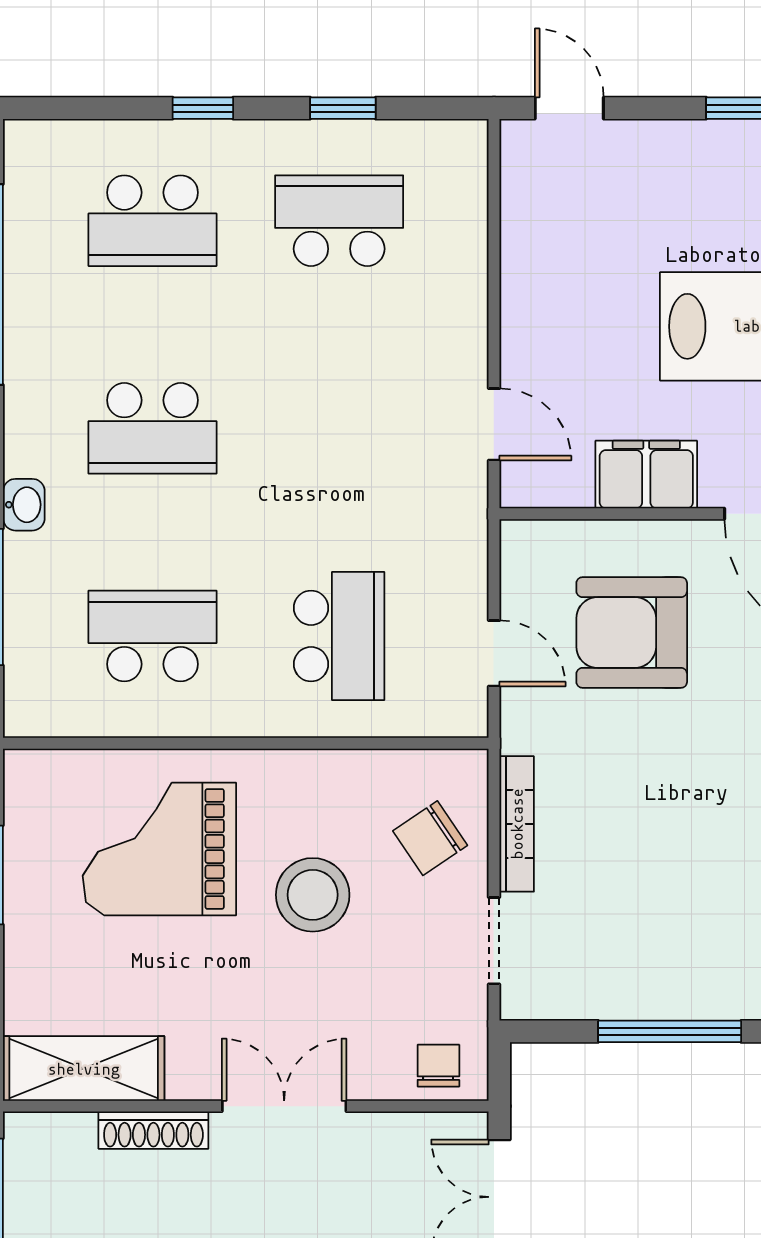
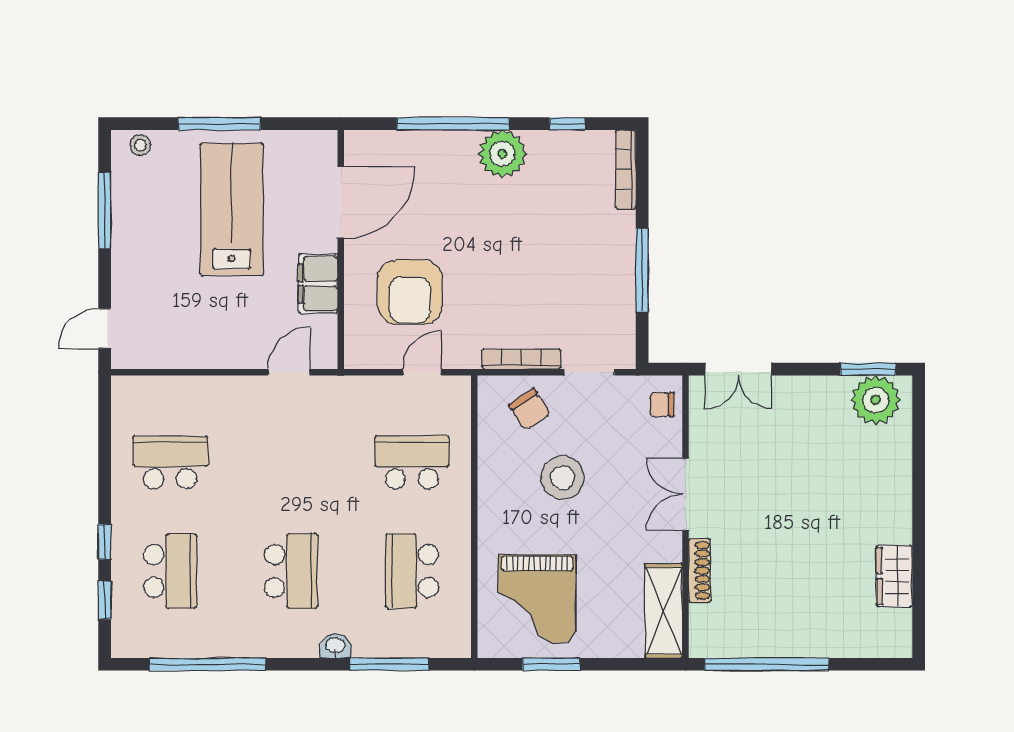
window: (343, 108) -> (105, 600), moved
school desk: (339, 221) -> (170, 462), turned 90
grand piano: (159, 849) -> (537, 599), moved

